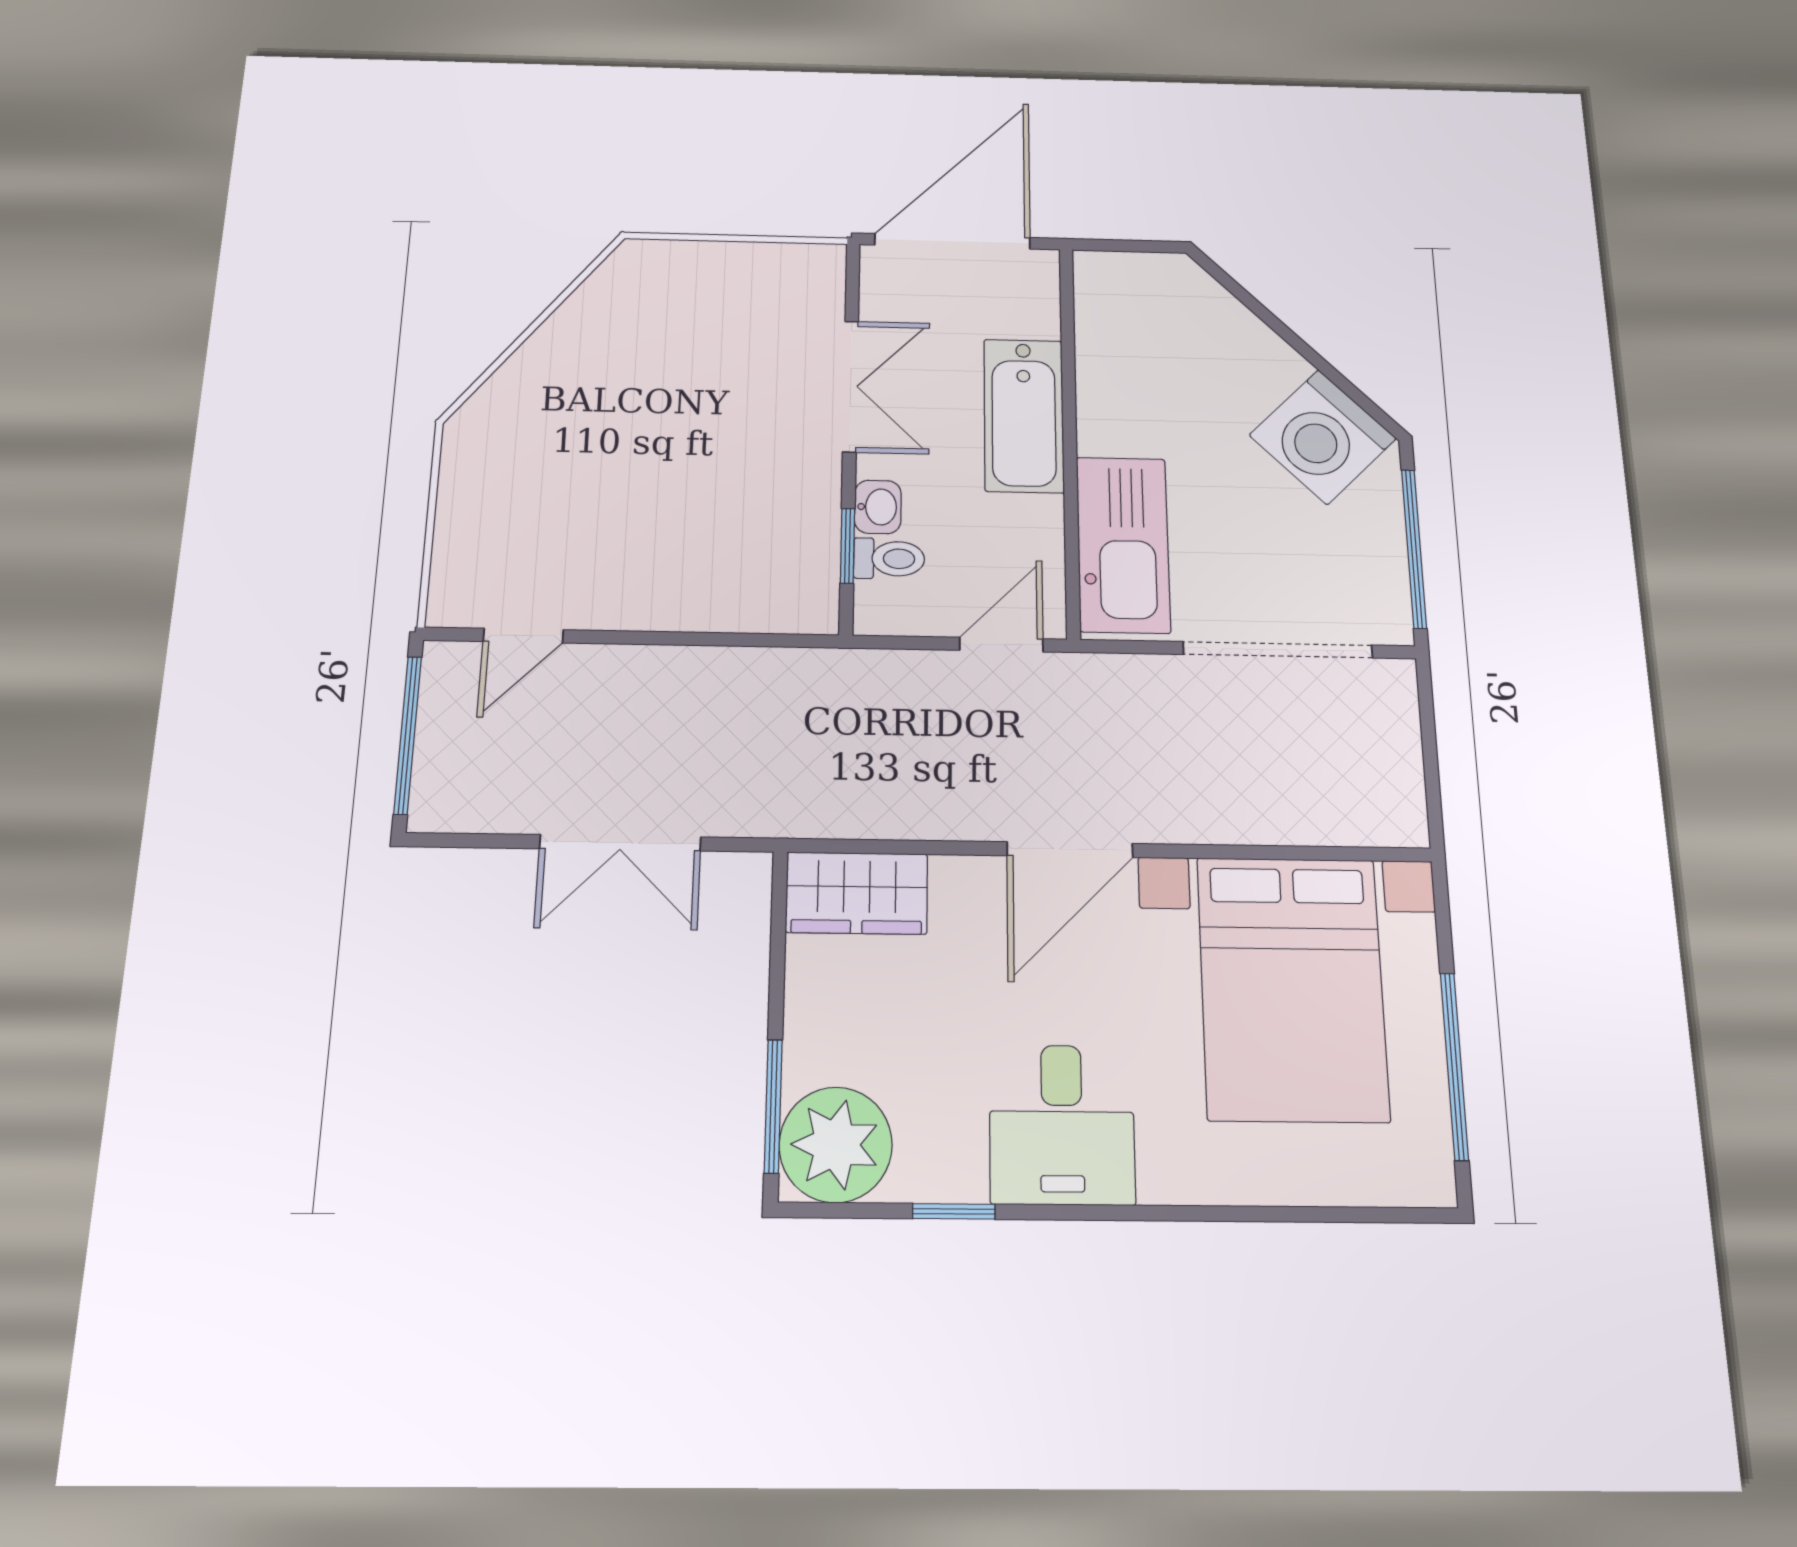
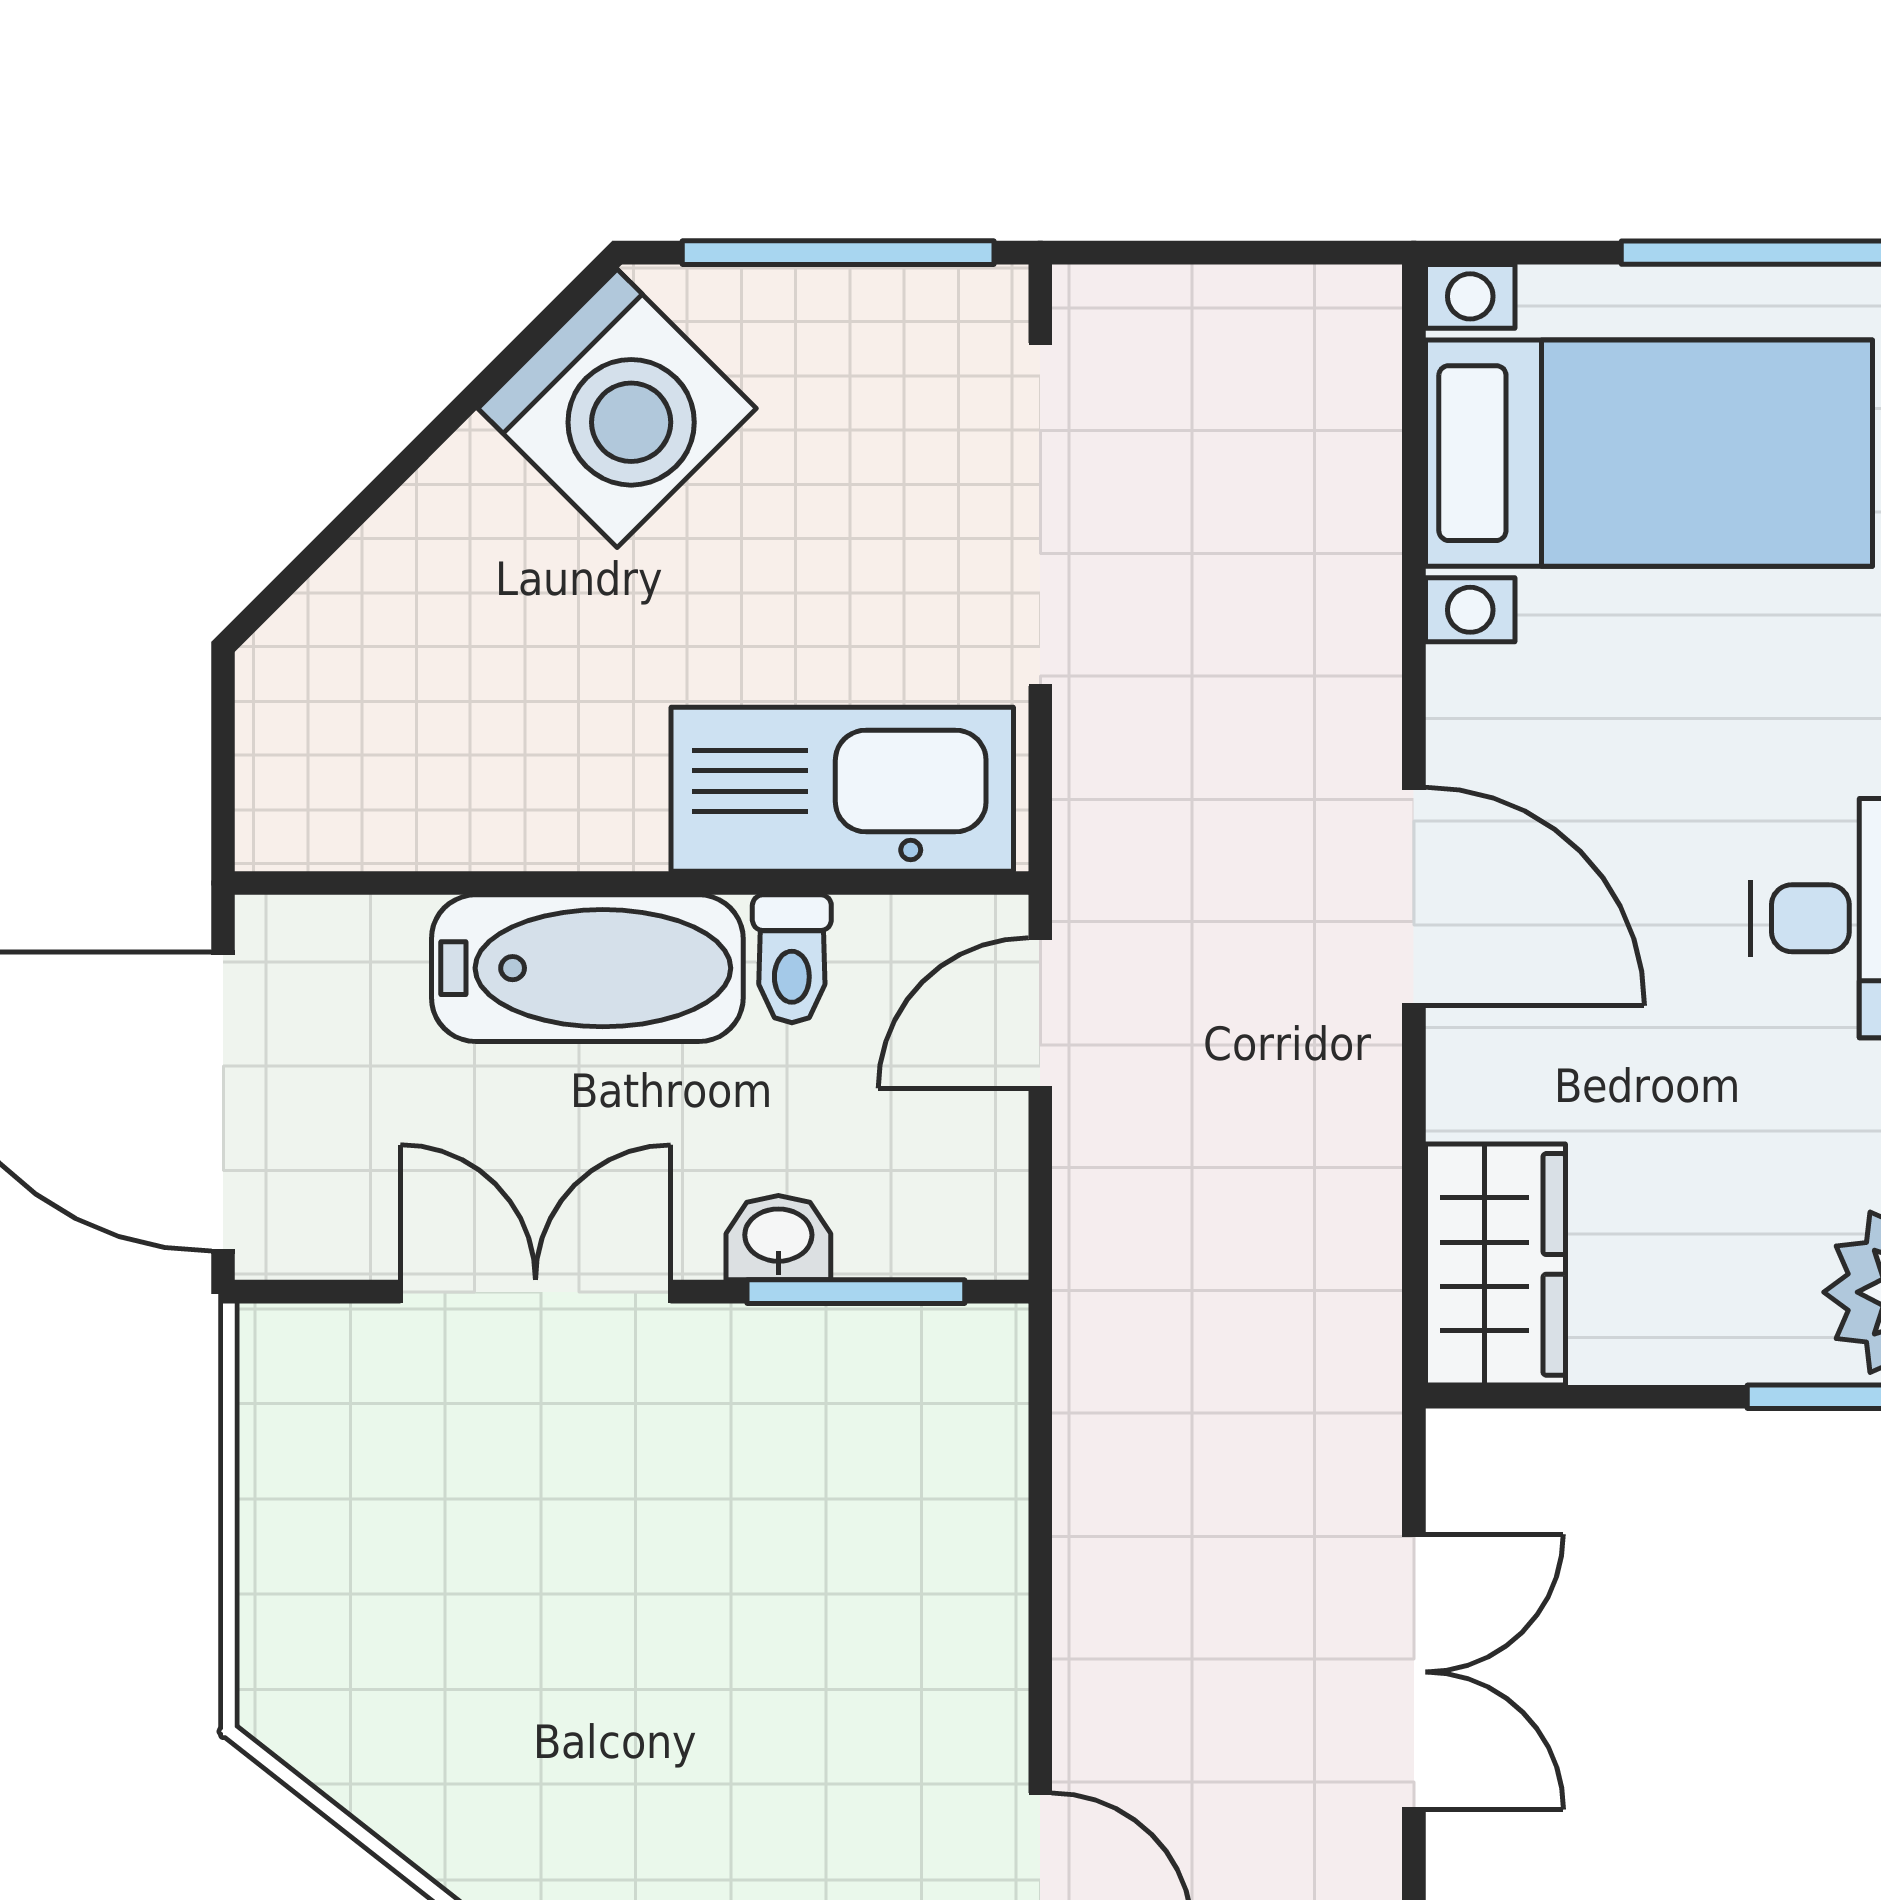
window: (847, 546) -> (856, 1292), width x1.50
toilet: (889, 559) -> (792, 959), moved, turned 180
door: (1001, 645) -> (1040, 1013), hinge flipped
bed with nightstands: (1292, 988) -> (1649, 453), width x0.73

